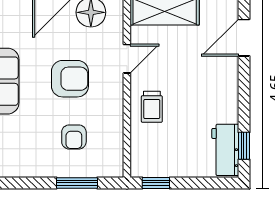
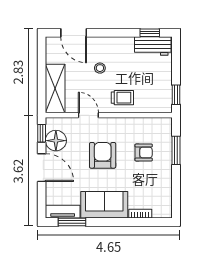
stool: (194, 75) -> (100, 68), added

